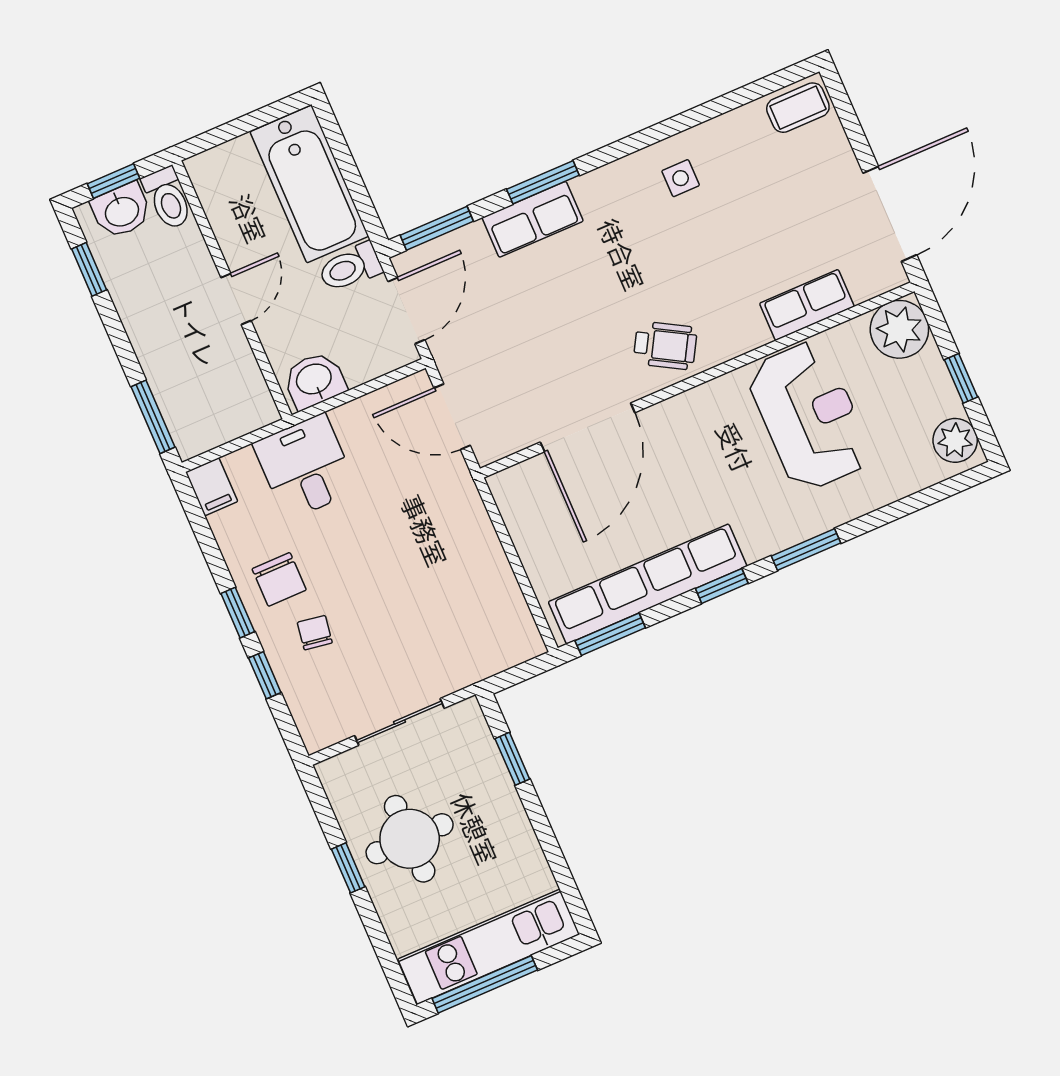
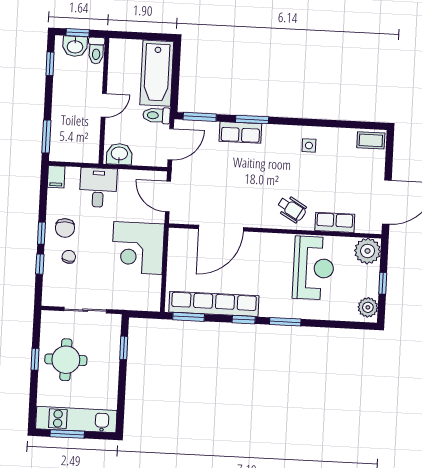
wheelchair: (665, 346) -> (292, 209), moved
corner desk: (443, 548) -> (138, 248), added
window: (485, 984) -> (67, 434), width x0.69

